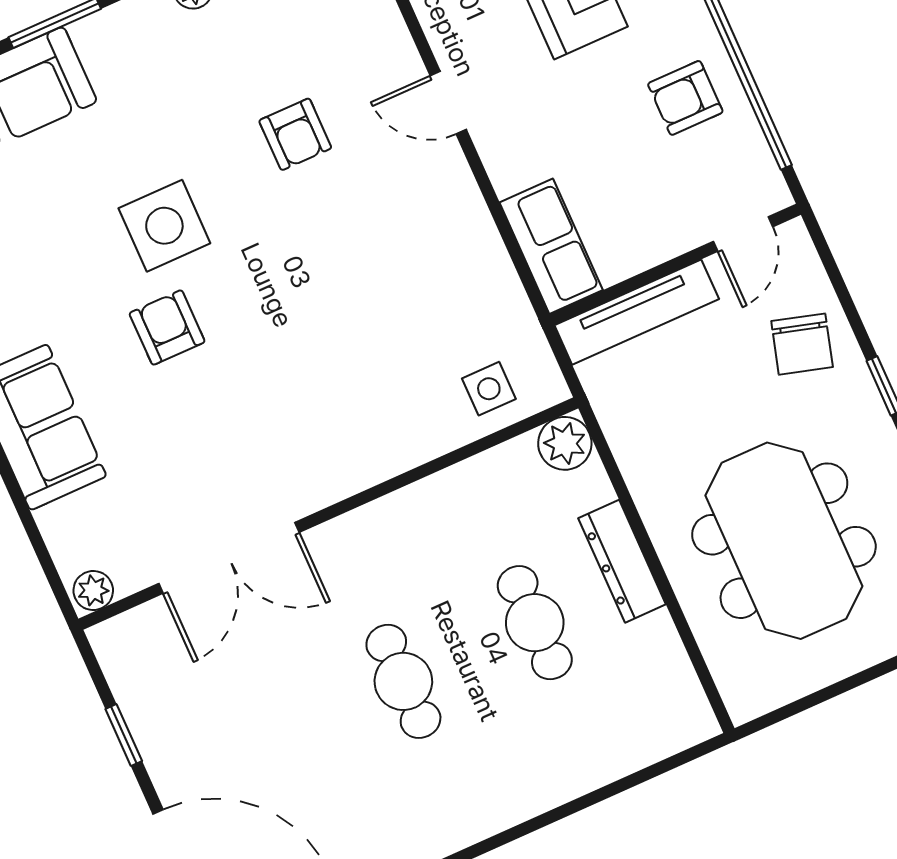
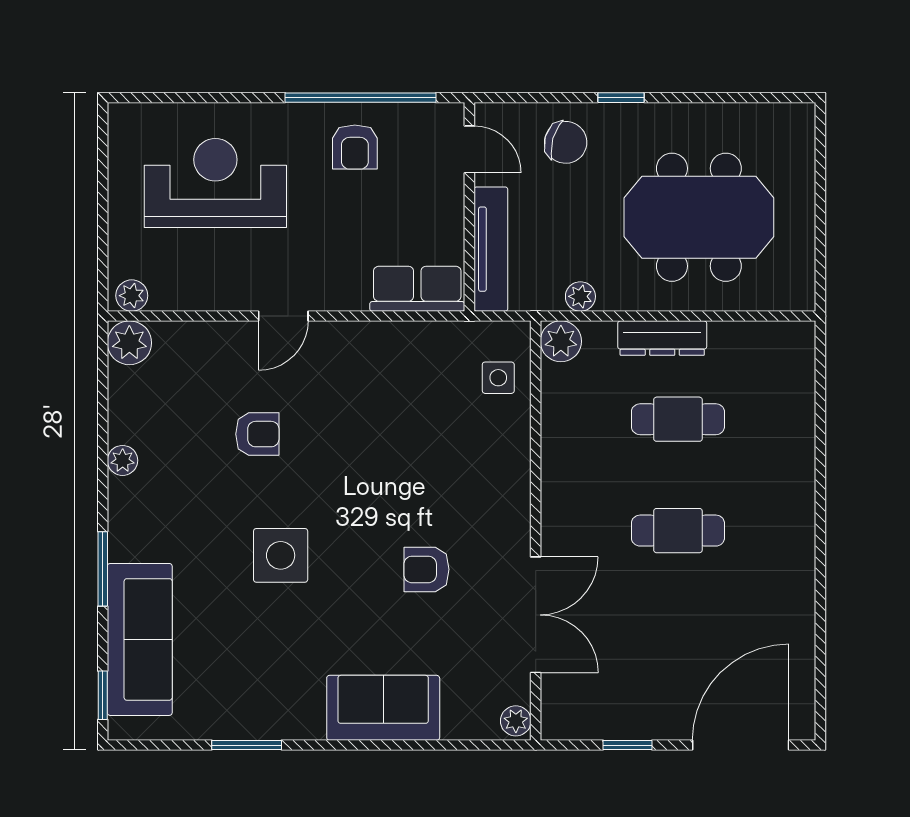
armchair: (167, 327) -> (426, 569), moved
plant: (628, 443) -> (580, 296), added

